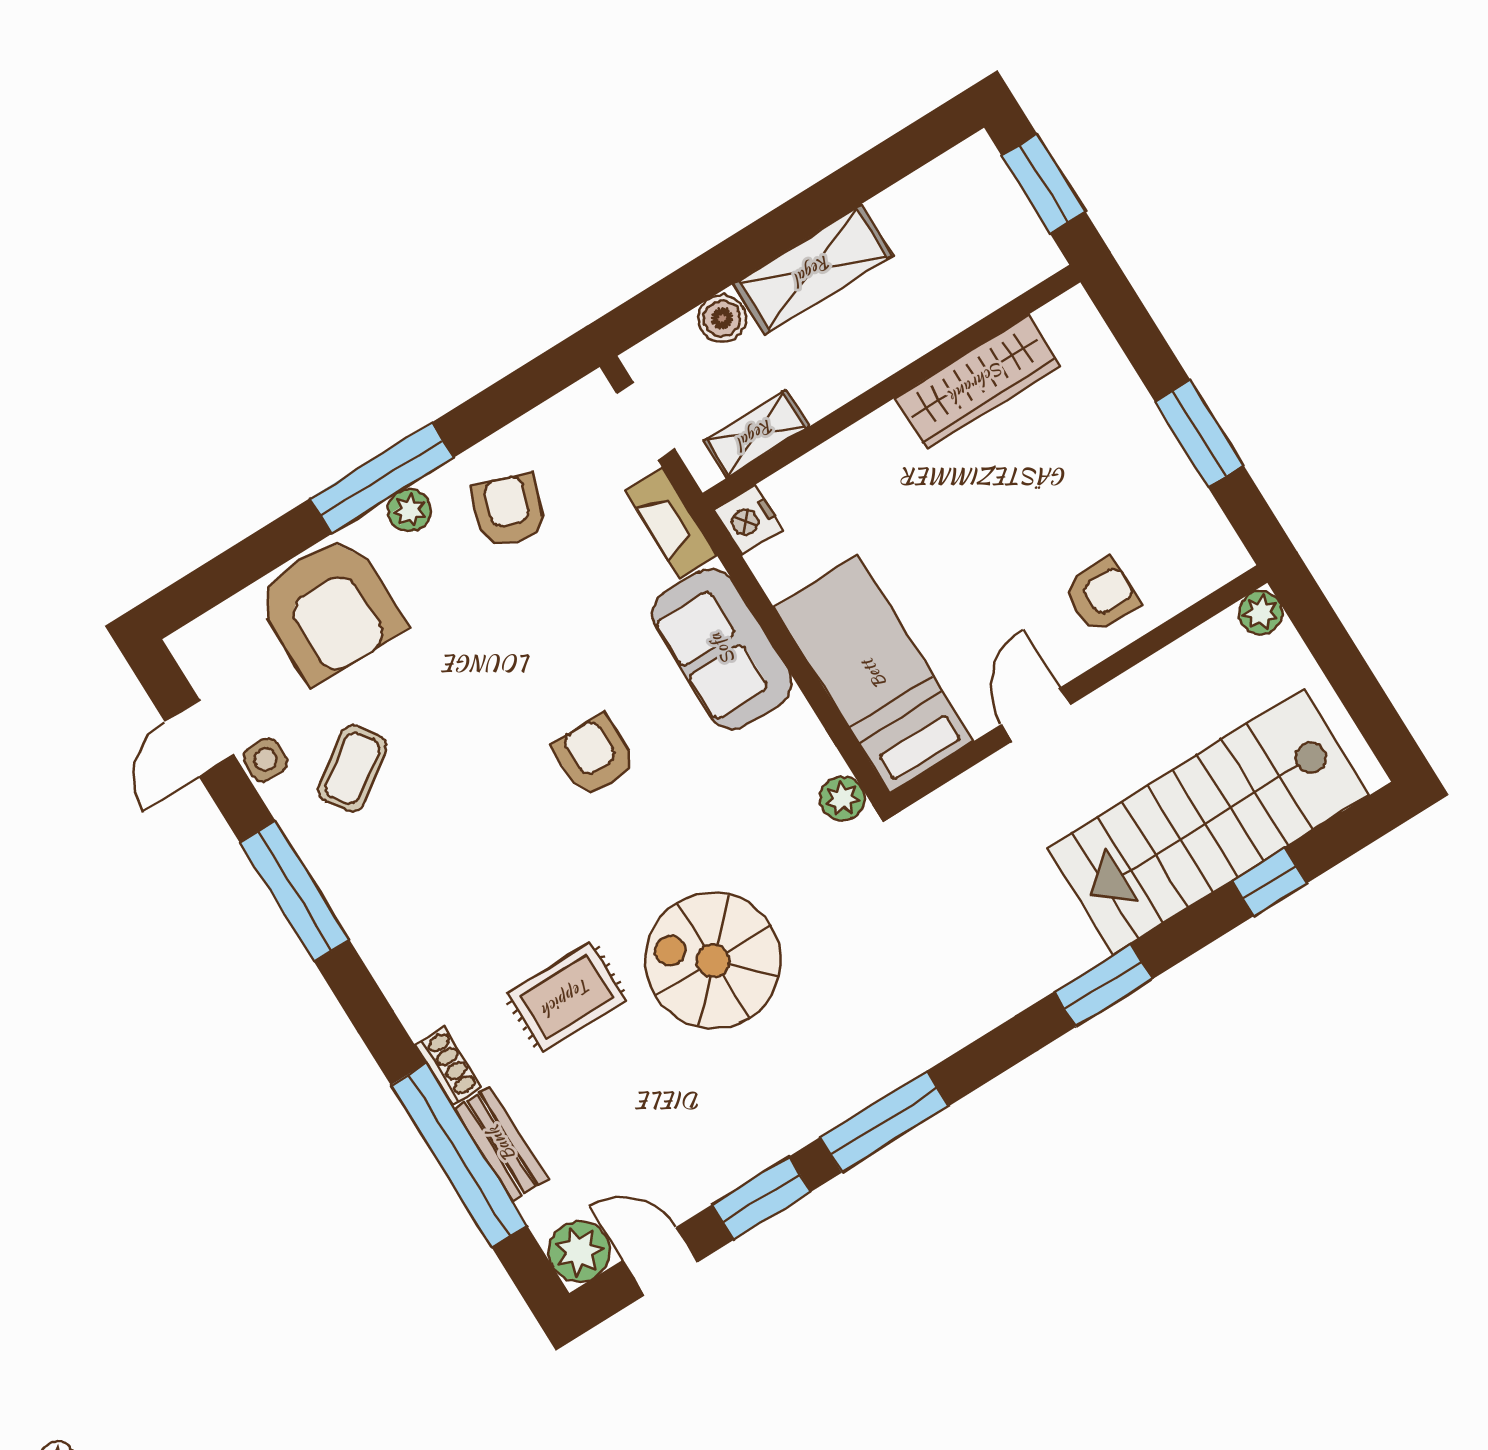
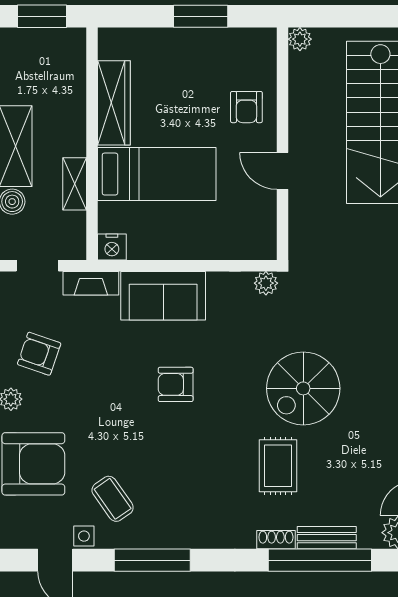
shelving: (756, 434) -> (75, 184), moved
armchair: (1101, 595) -> (246, 107), turned 180
bed: (874, 674) -> (157, 174), moved, turned 180

